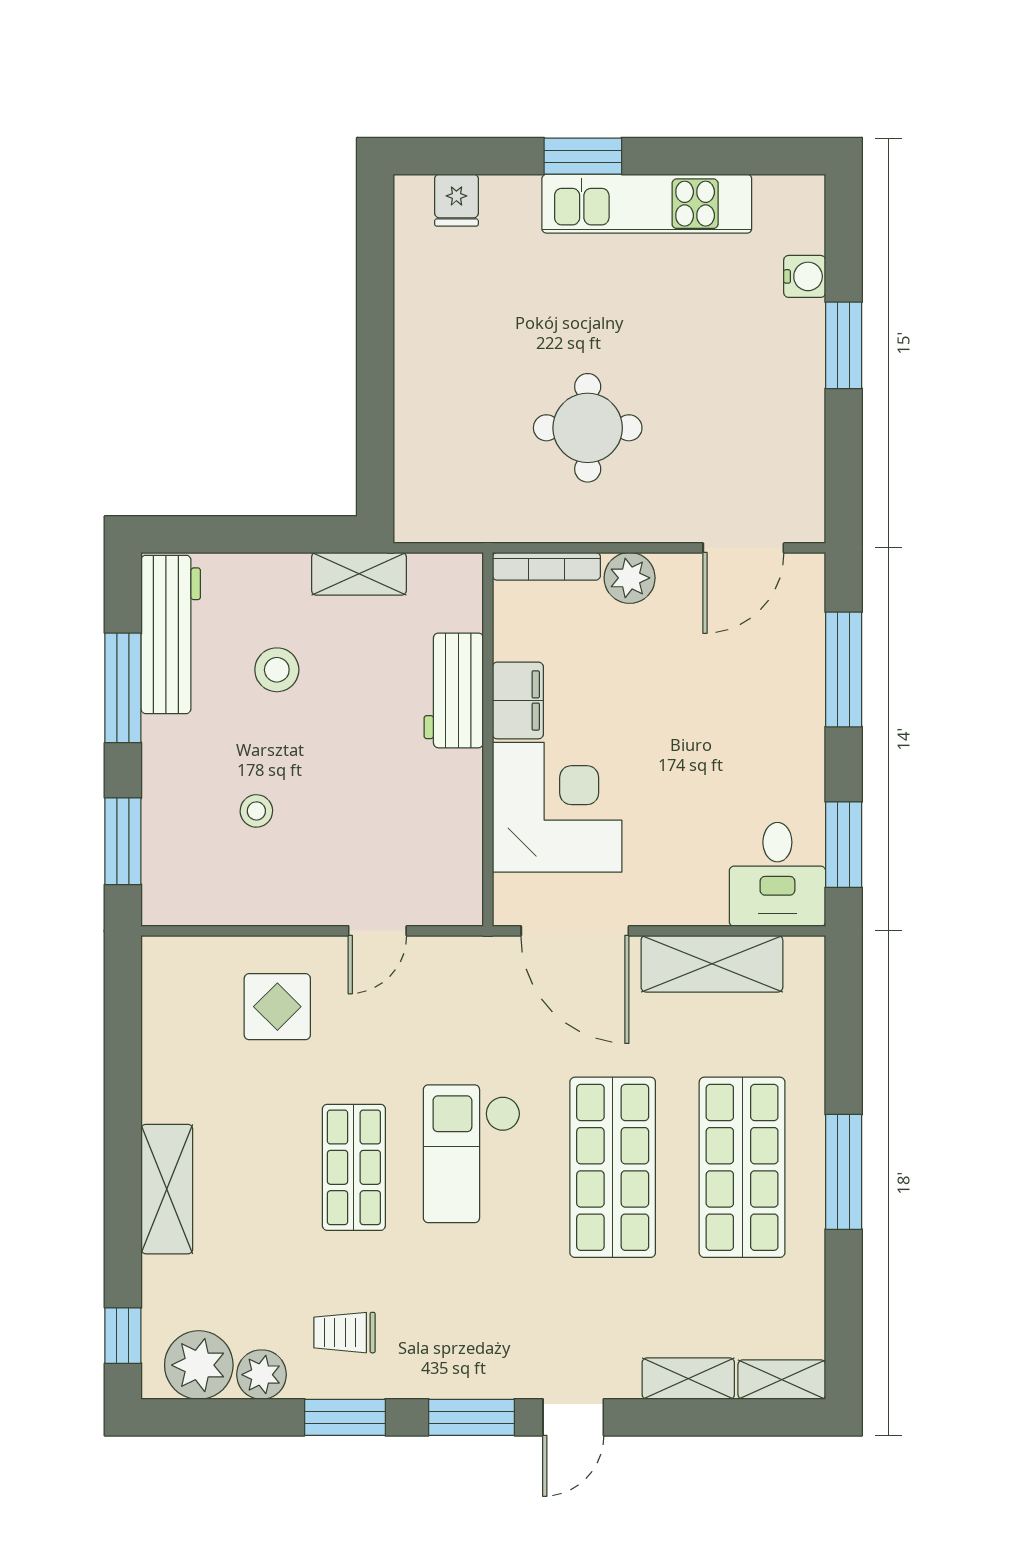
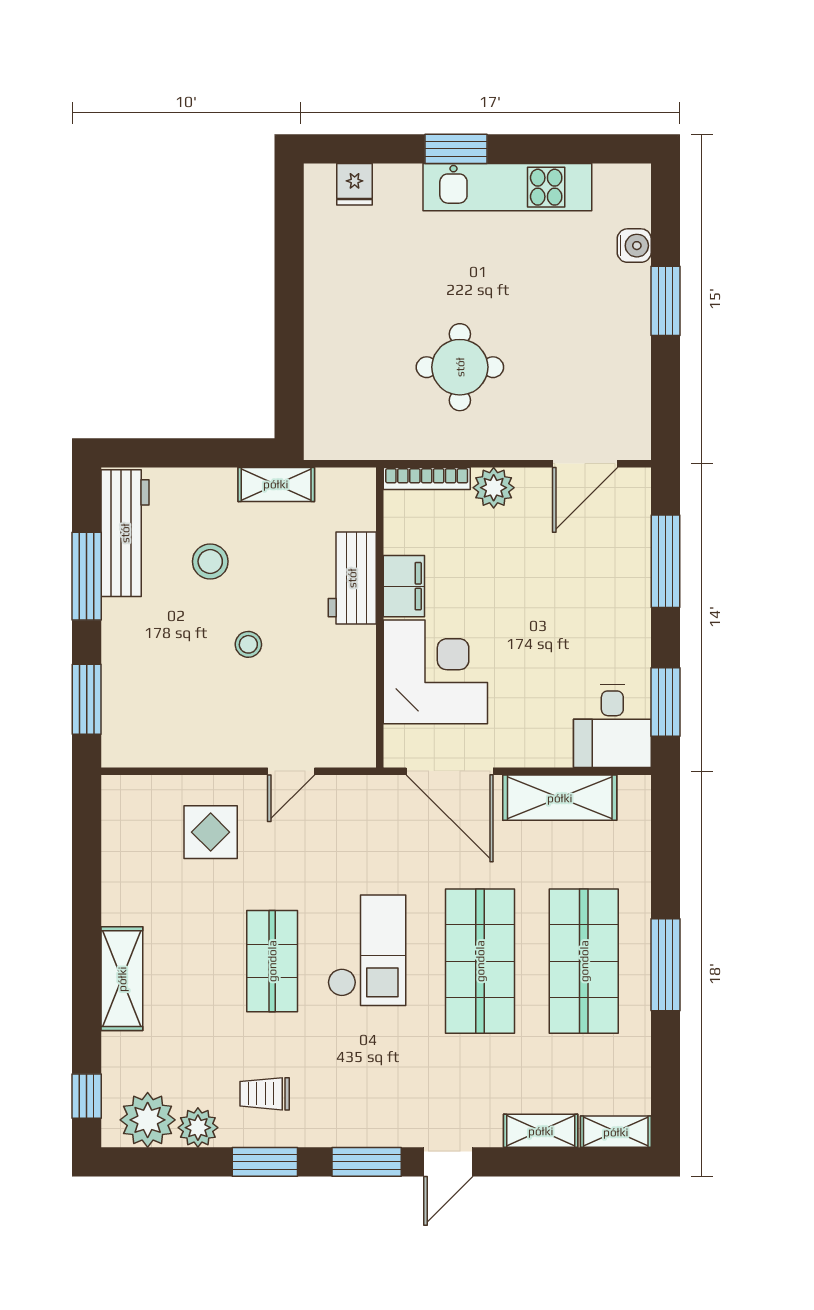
stool: (256, 811) -> (248, 644), moved
checkout: (472, 1154) -> (367, 950), turned 180

